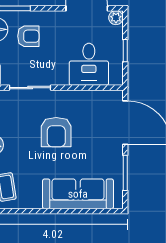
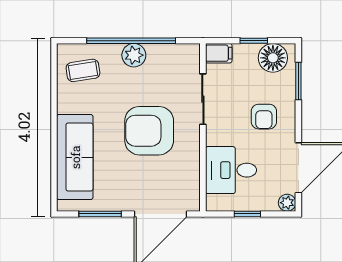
armchair: (28, 36) -> (264, 117), moved
armchair: (56, 132) -> (149, 131), width x1.36, depth x1.36

